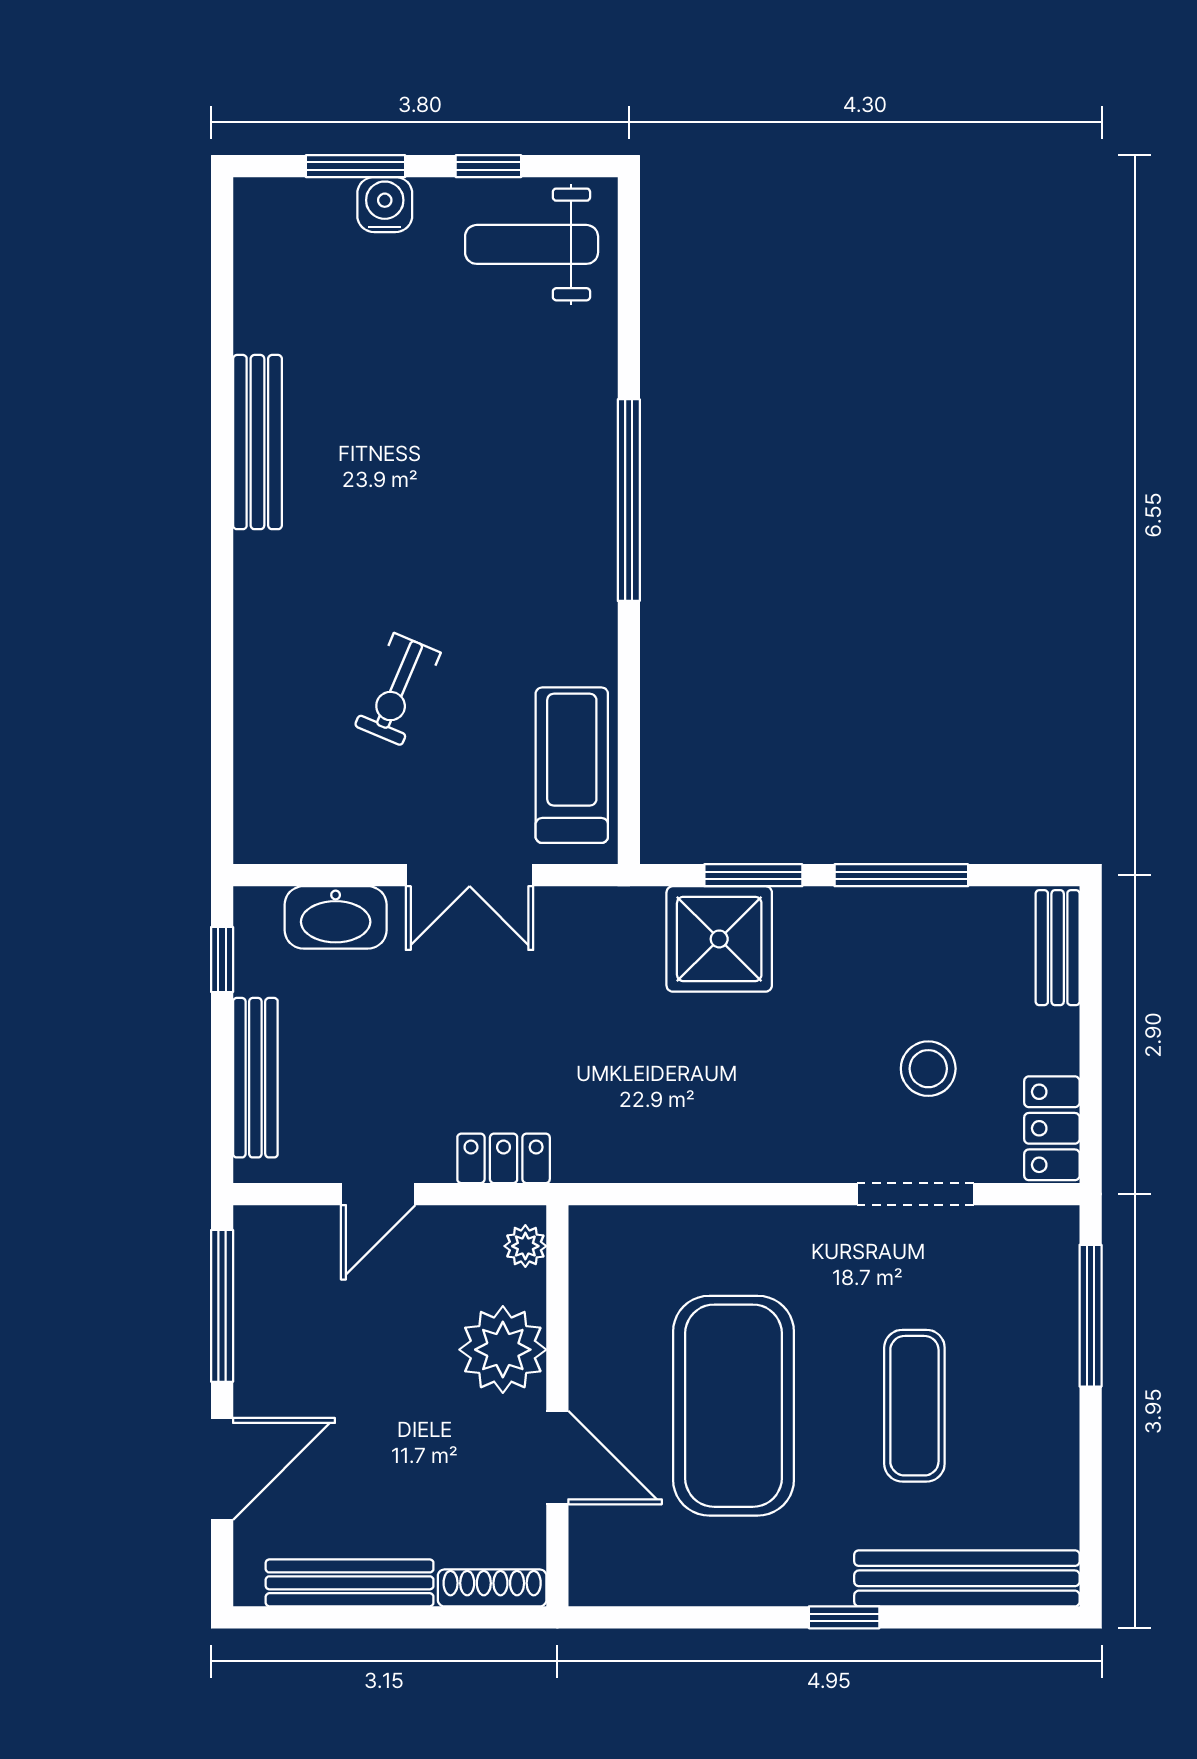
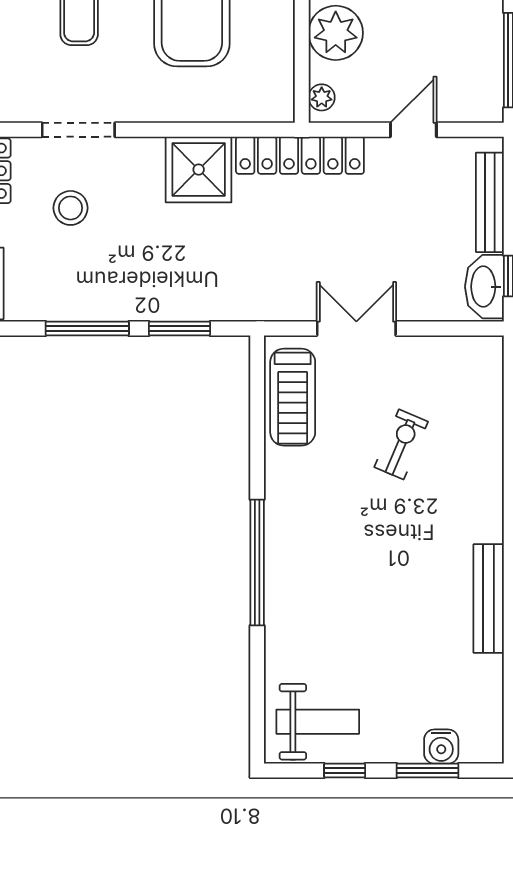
water cooler: (385, 205) -> (441, 747), moved
washbasin: (336, 917) -> (484, 287), moved, turned -90
shower: (719, 939) -> (199, 170), moved
locker: (504, 1158) -> (300, 155), width x2.16, depth x1.21

